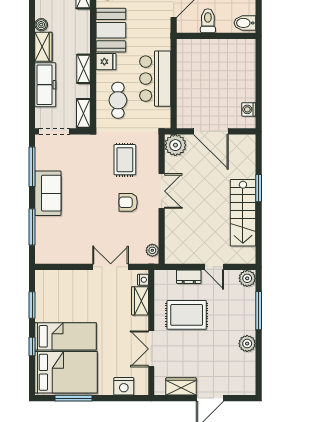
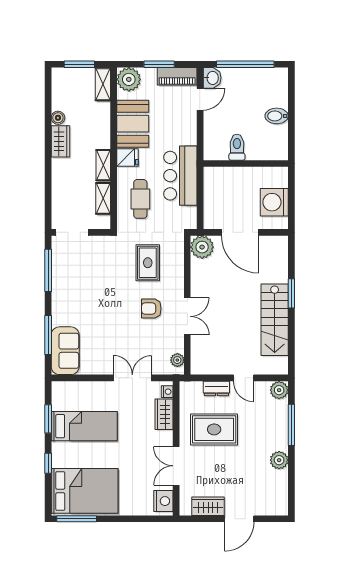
toilet: (208, 21) -> (237, 147), moved
wall: (216, 36) -> (246, 164), moved
freezer: (45, 85) -> (62, 182), removed
washing machine: (249, 109) -> (274, 202), width x1.89, depth x1.89
shelving: (83, 113) -> (103, 198), moved
double door: (162, 191) -> (187, 316), moved
sofa: (48, 193) -> (65, 351), moved
bed: (66, 336) -> (84, 426), moved
nightstand: (124, 386) -> (163, 501), moved, turned -90
window: (74, 398) -> (77, 519), moved

